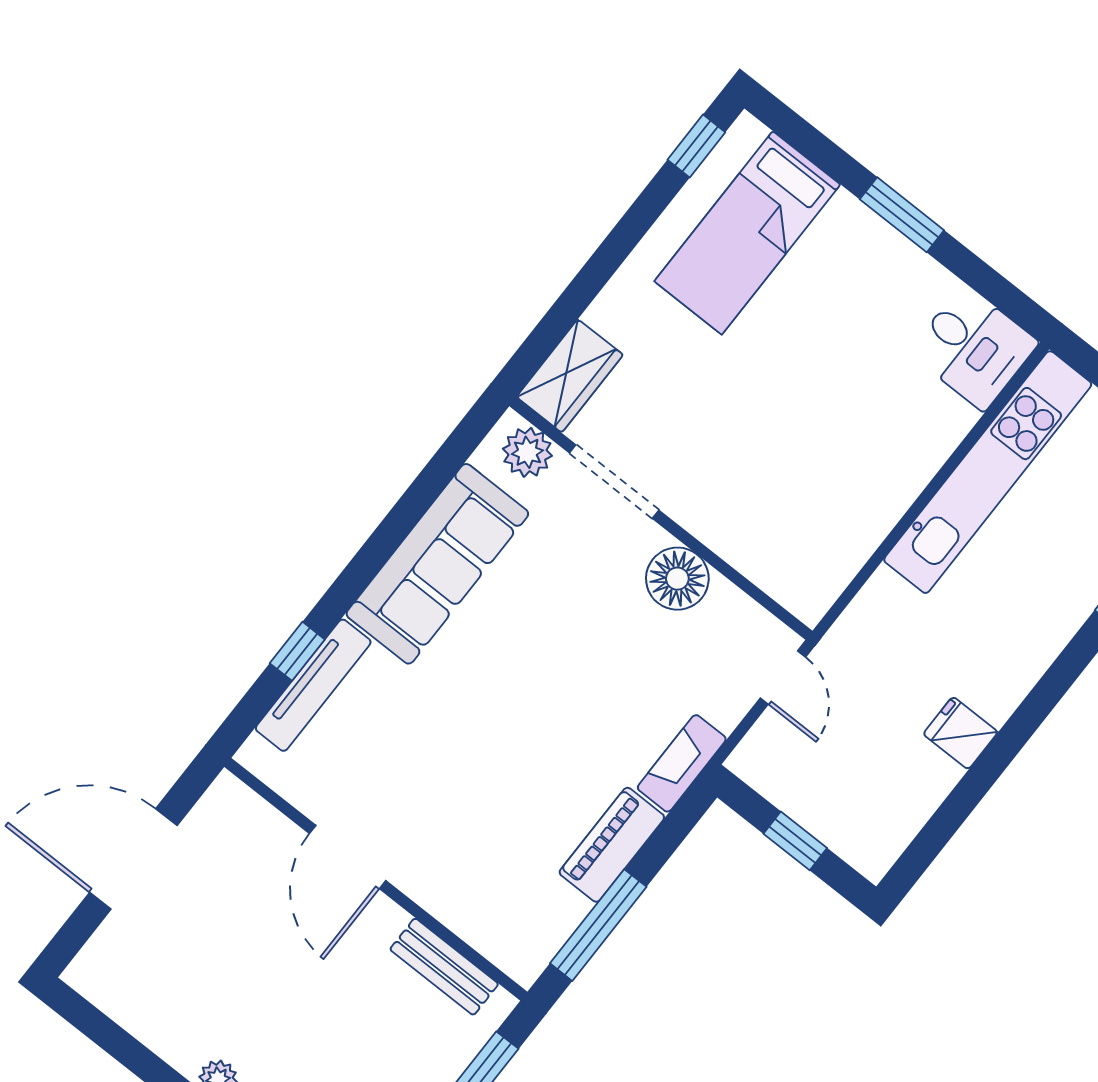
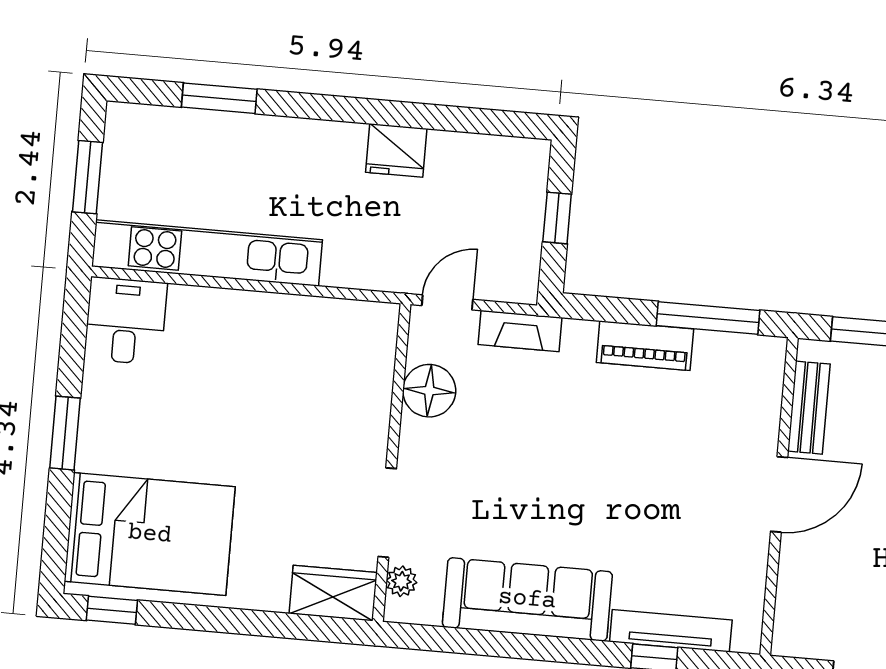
bed: (747, 233) -> (150, 534), width x1.50
plant: (527, 452) -> (402, 581), width x0.73, depth x0.73
floor lamp: (677, 579) -> (429, 391), moved
fridge: (960, 733) -> (396, 150), width x1.38
fireplace: (682, 763) -> (520, 331), moved
door: (348, 857) -> (779, 494), moved

